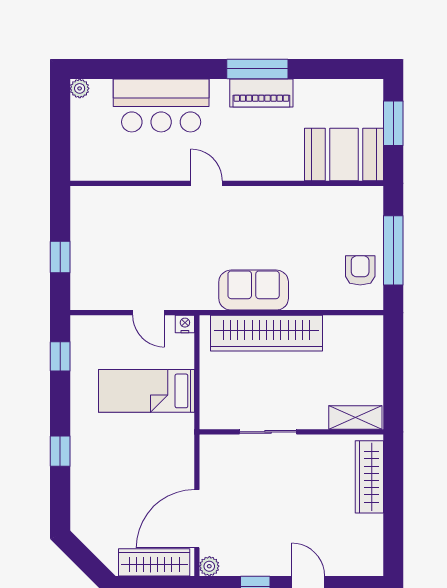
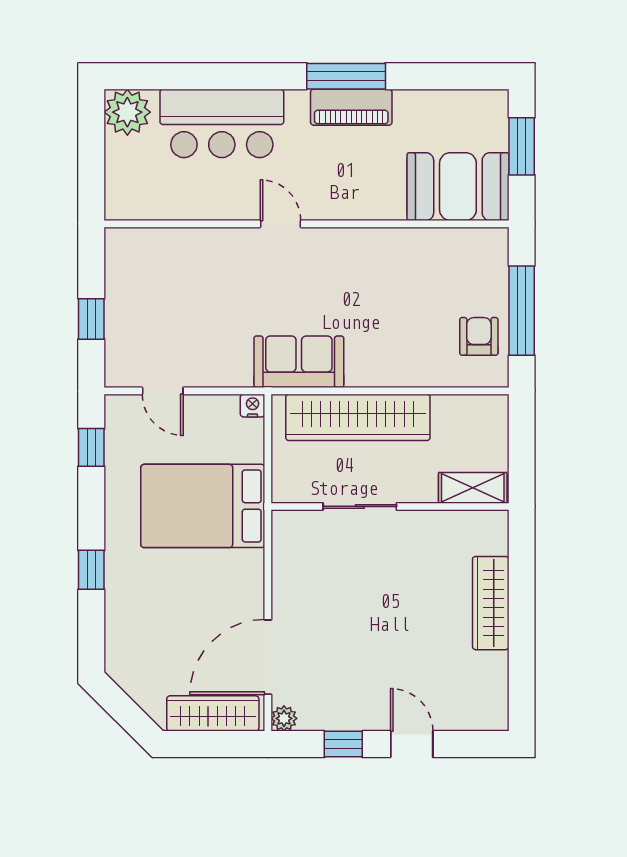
plant: (80, 88) -> (127, 112), width x1.88, depth x1.88
sofa: (254, 290) -> (299, 362), moved
door: (149, 313) -> (163, 391), moved
bed: (146, 391) -> (203, 506), width x1.50
shelving: (355, 418) -> (473, 488), moved
sliding door: (268, 432) -> (360, 506), moved
wall: (291, 432) -> (390, 506), moved

